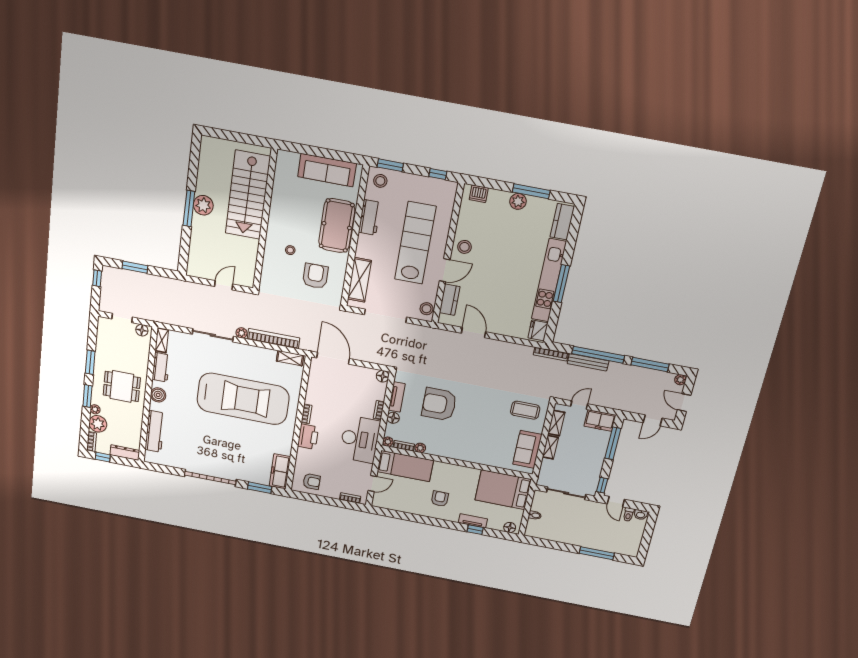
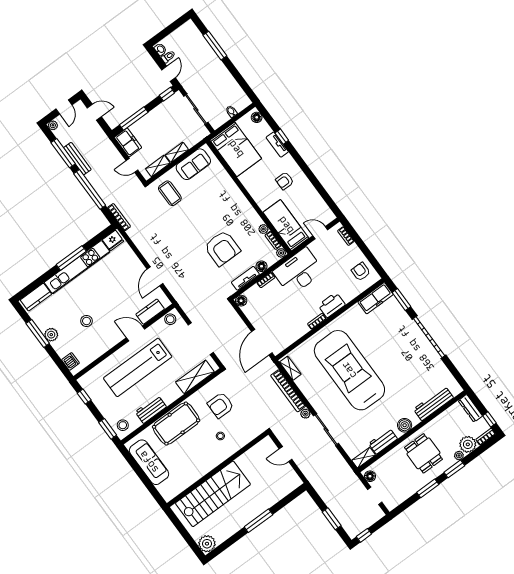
plant: (203, 205) -> (207, 544), moved
stool: (464, 247) -> (87, 321), moved
bench: (588, 362) -> (77, 159), moved

